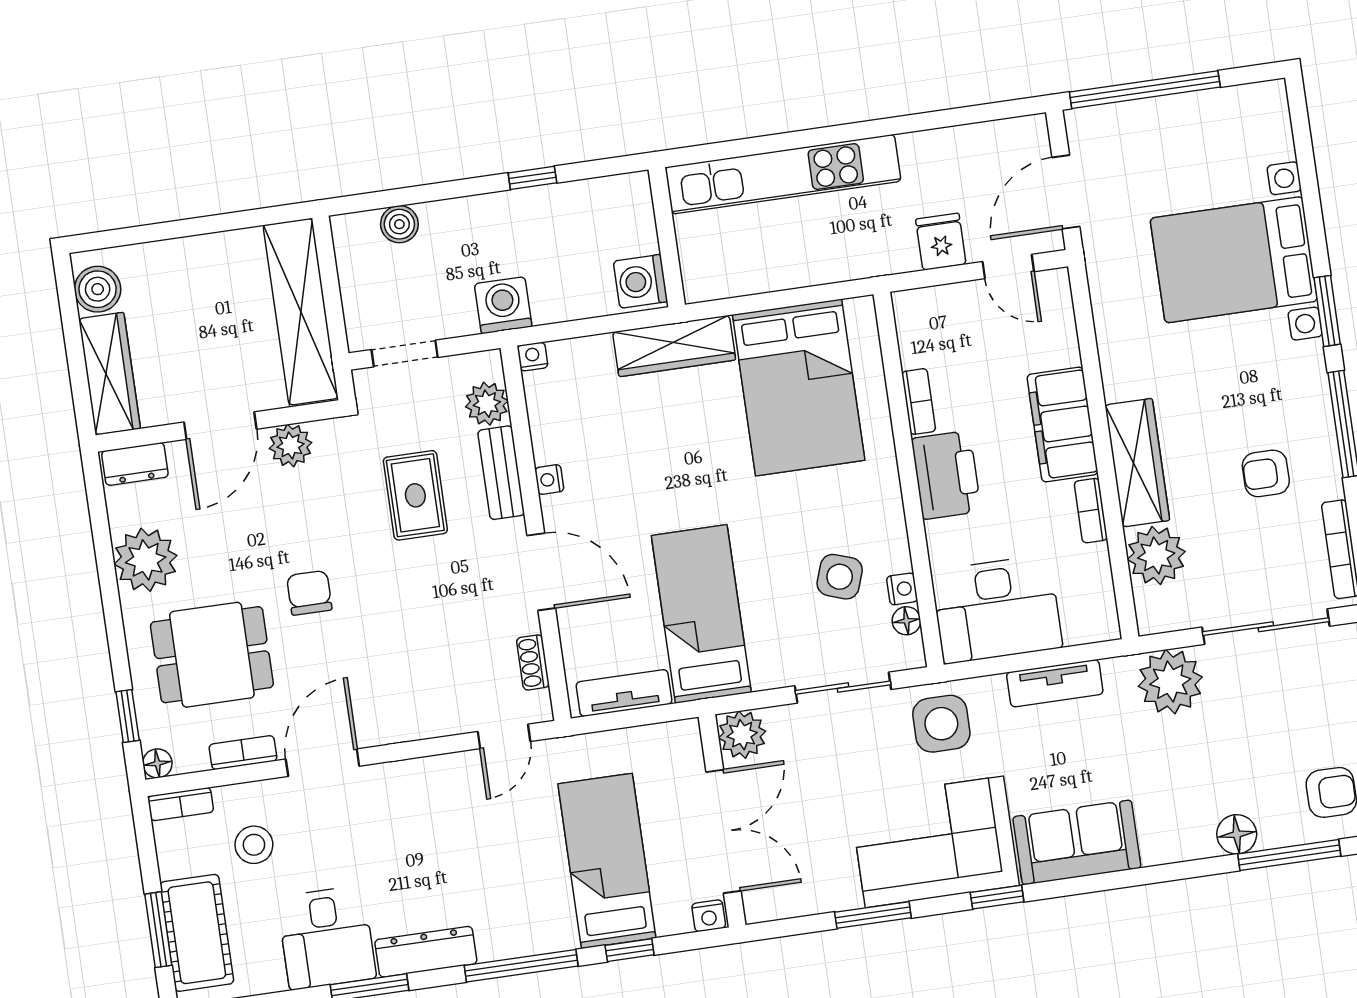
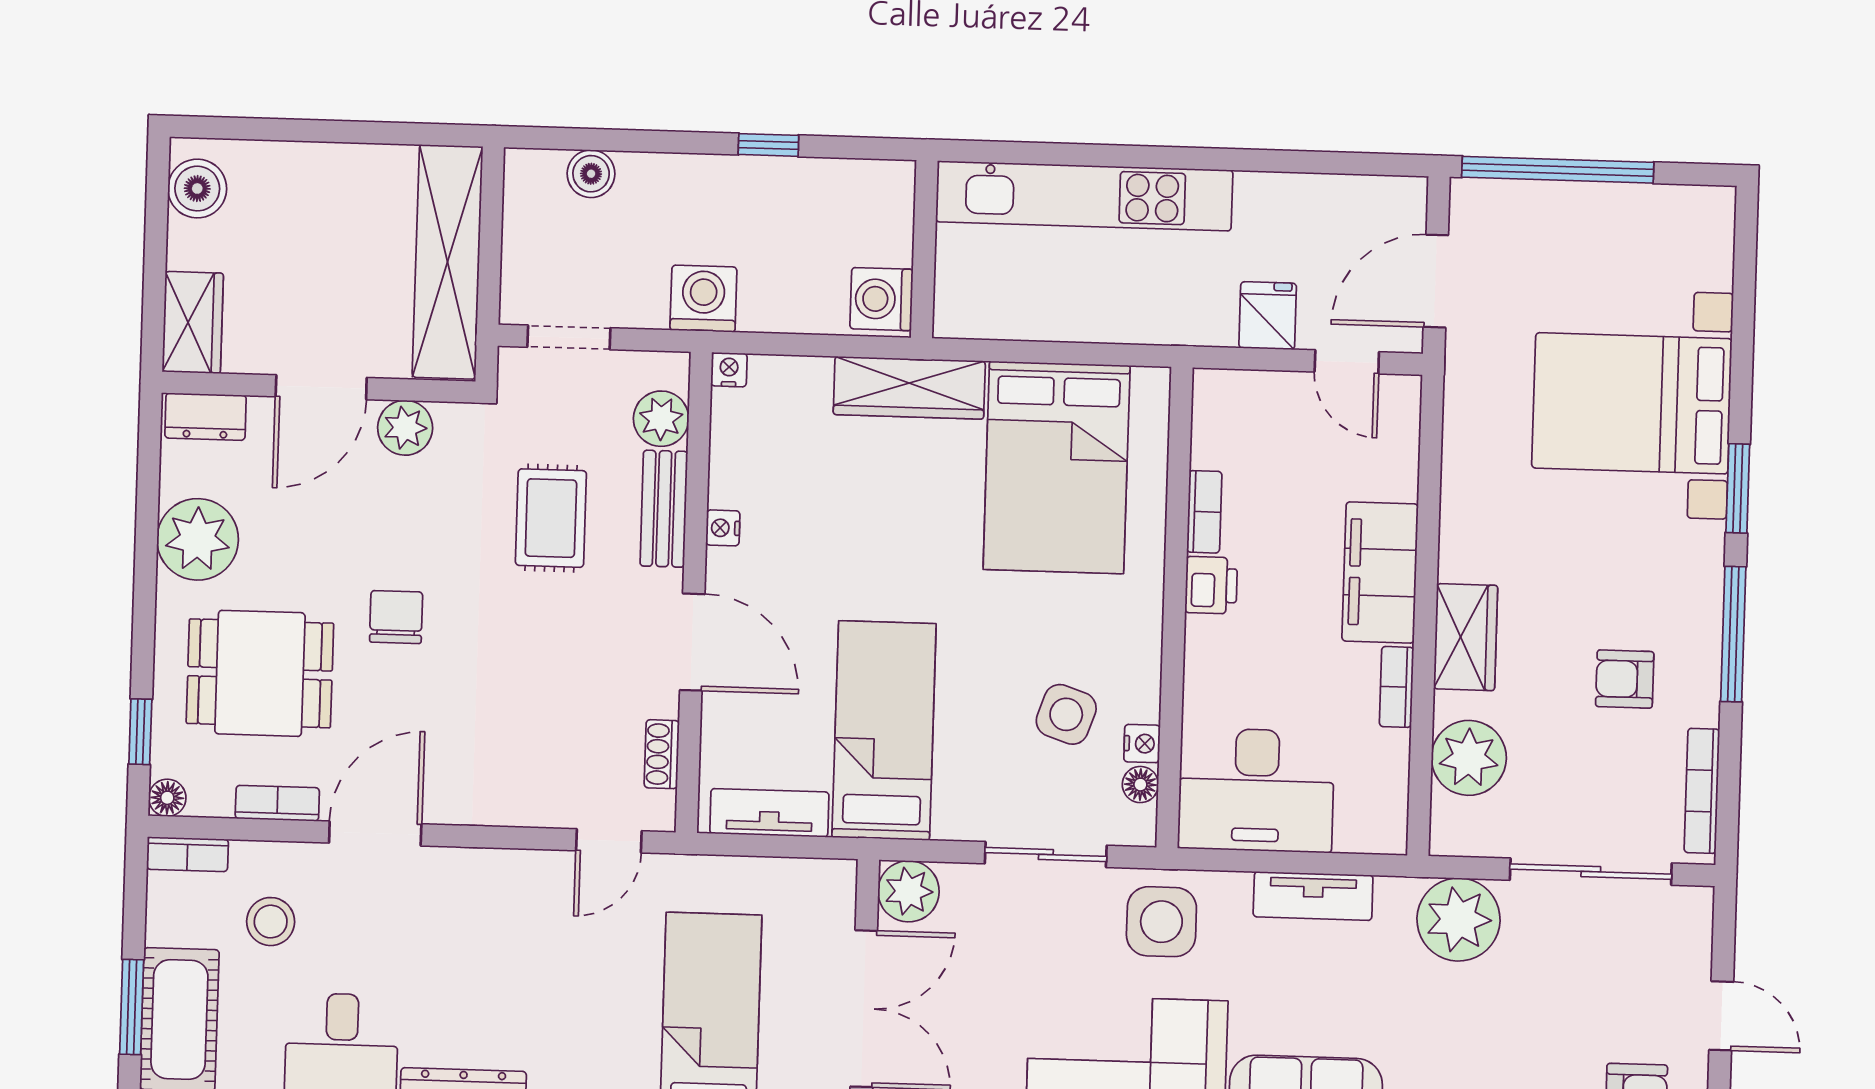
wardrobe: (110, 374) -> (193, 322), width x0.67
wardrobe: (1137, 463) -> (1466, 637), width x0.67
printer: (946, 475) -> (1211, 585), width x0.53, depth x0.68

